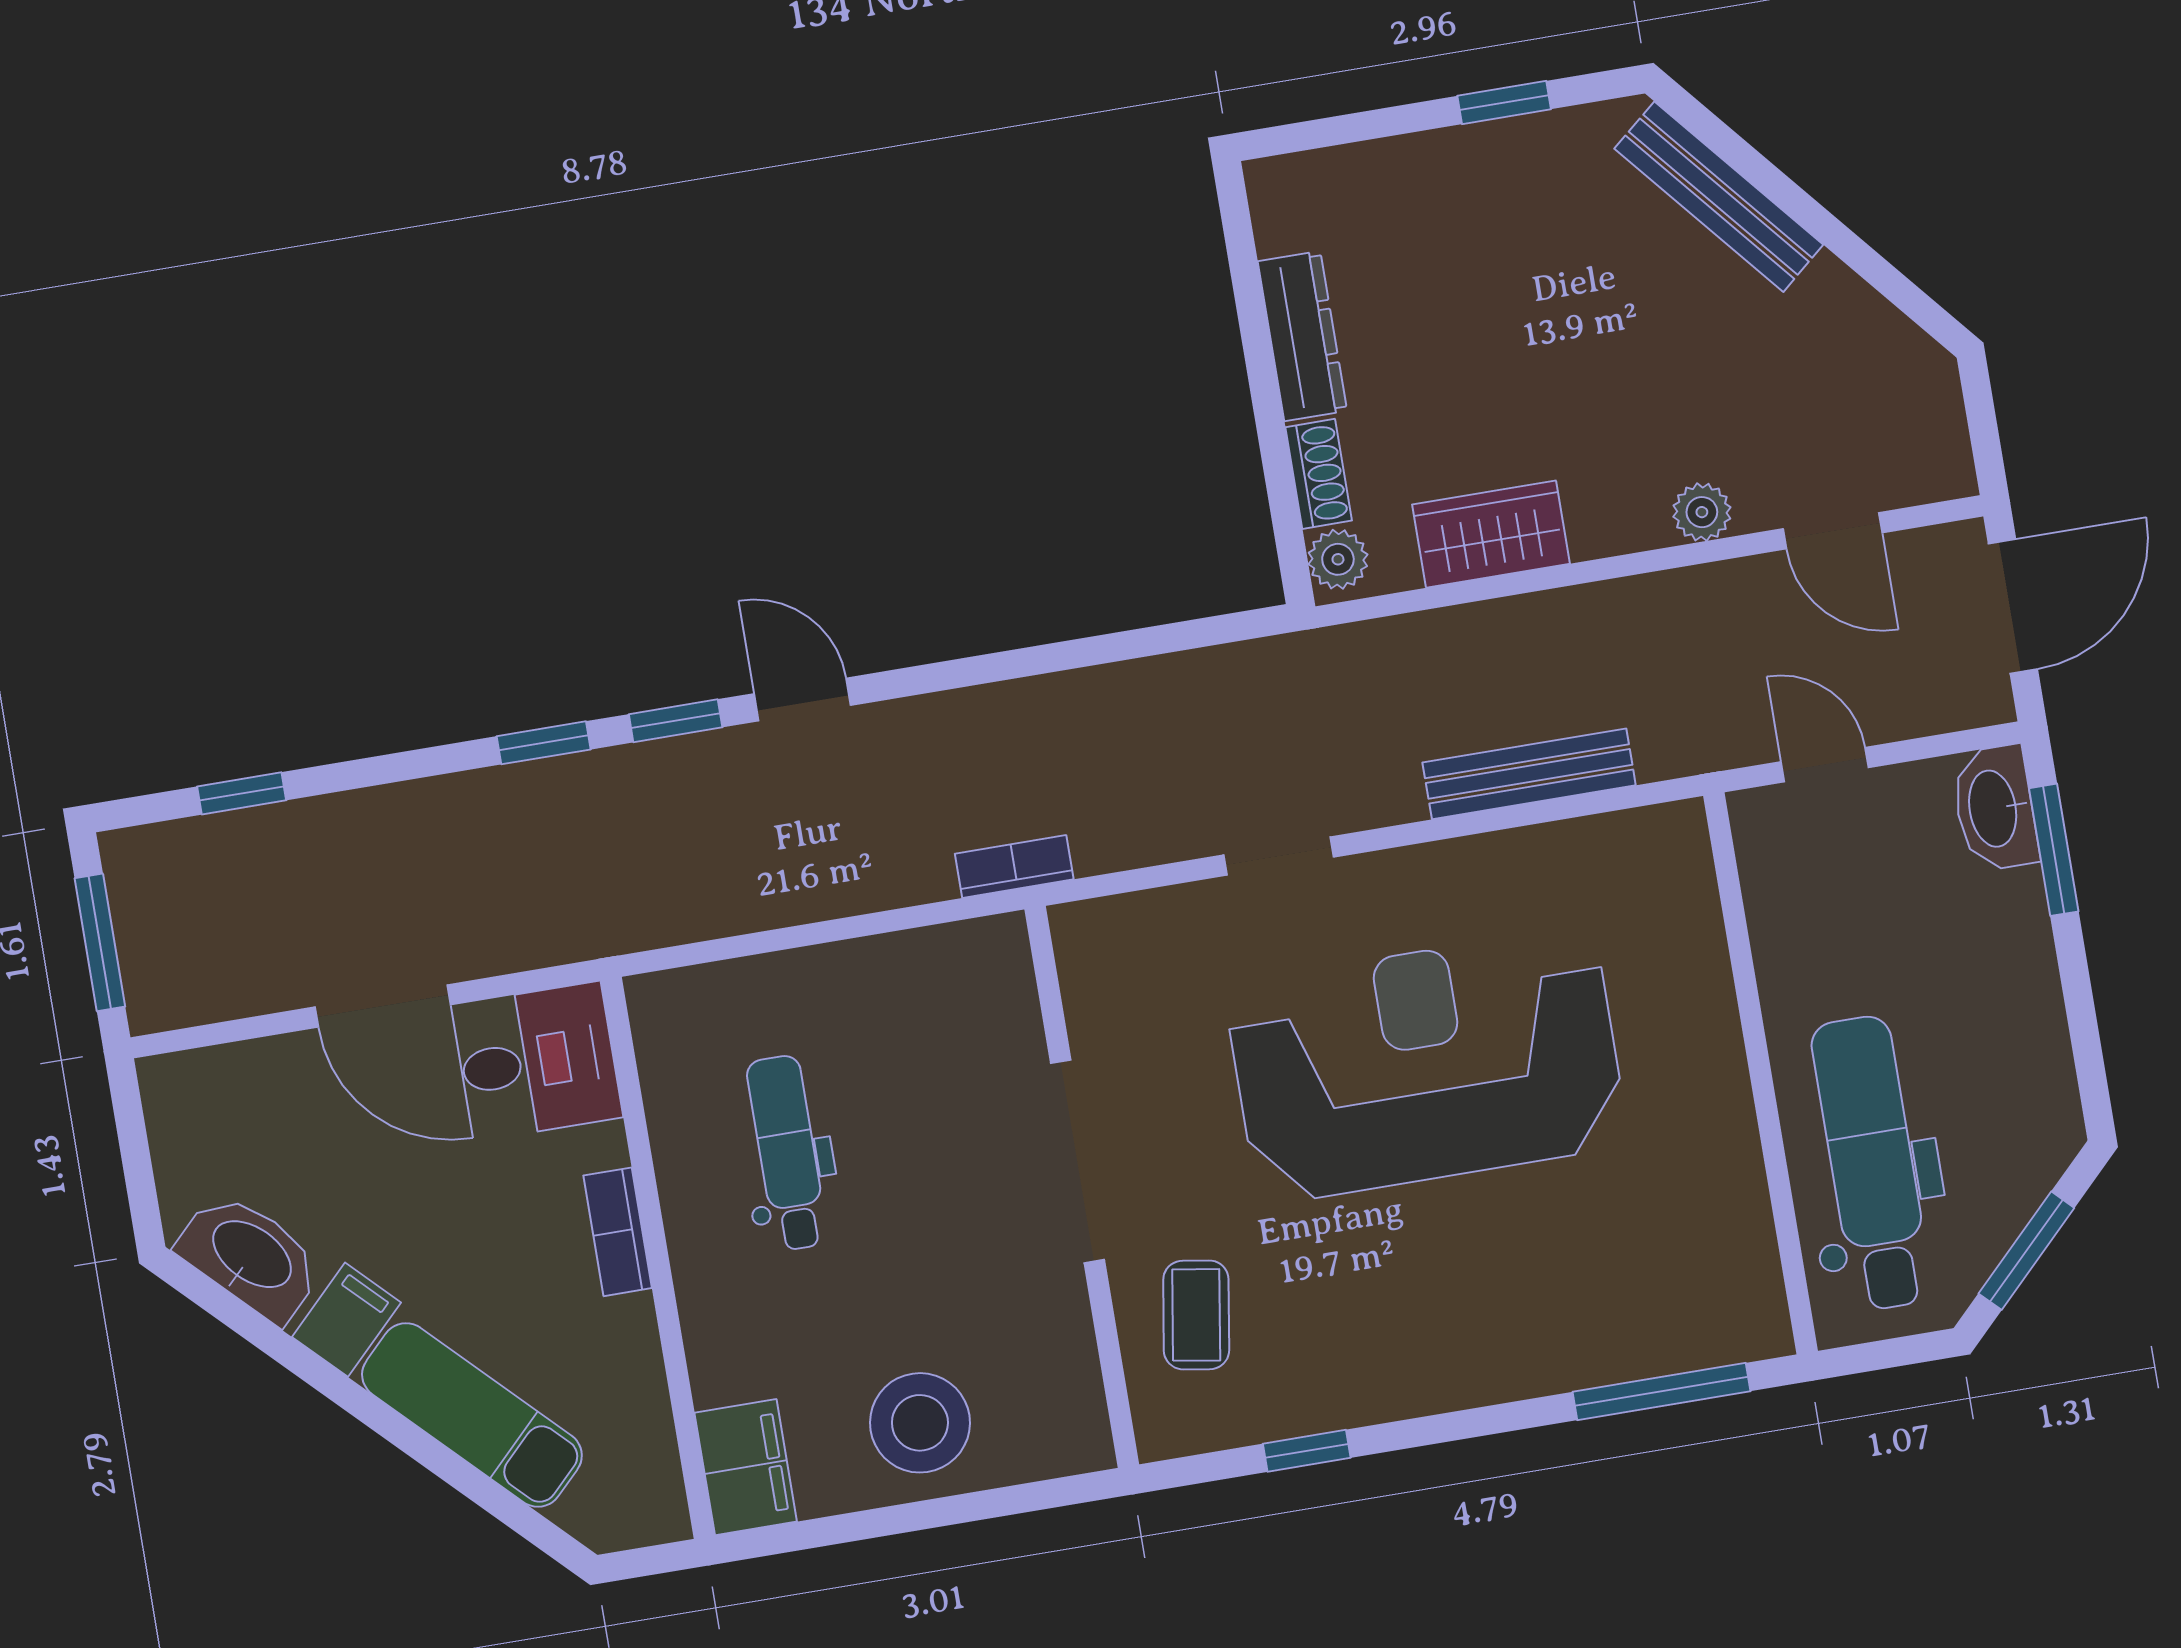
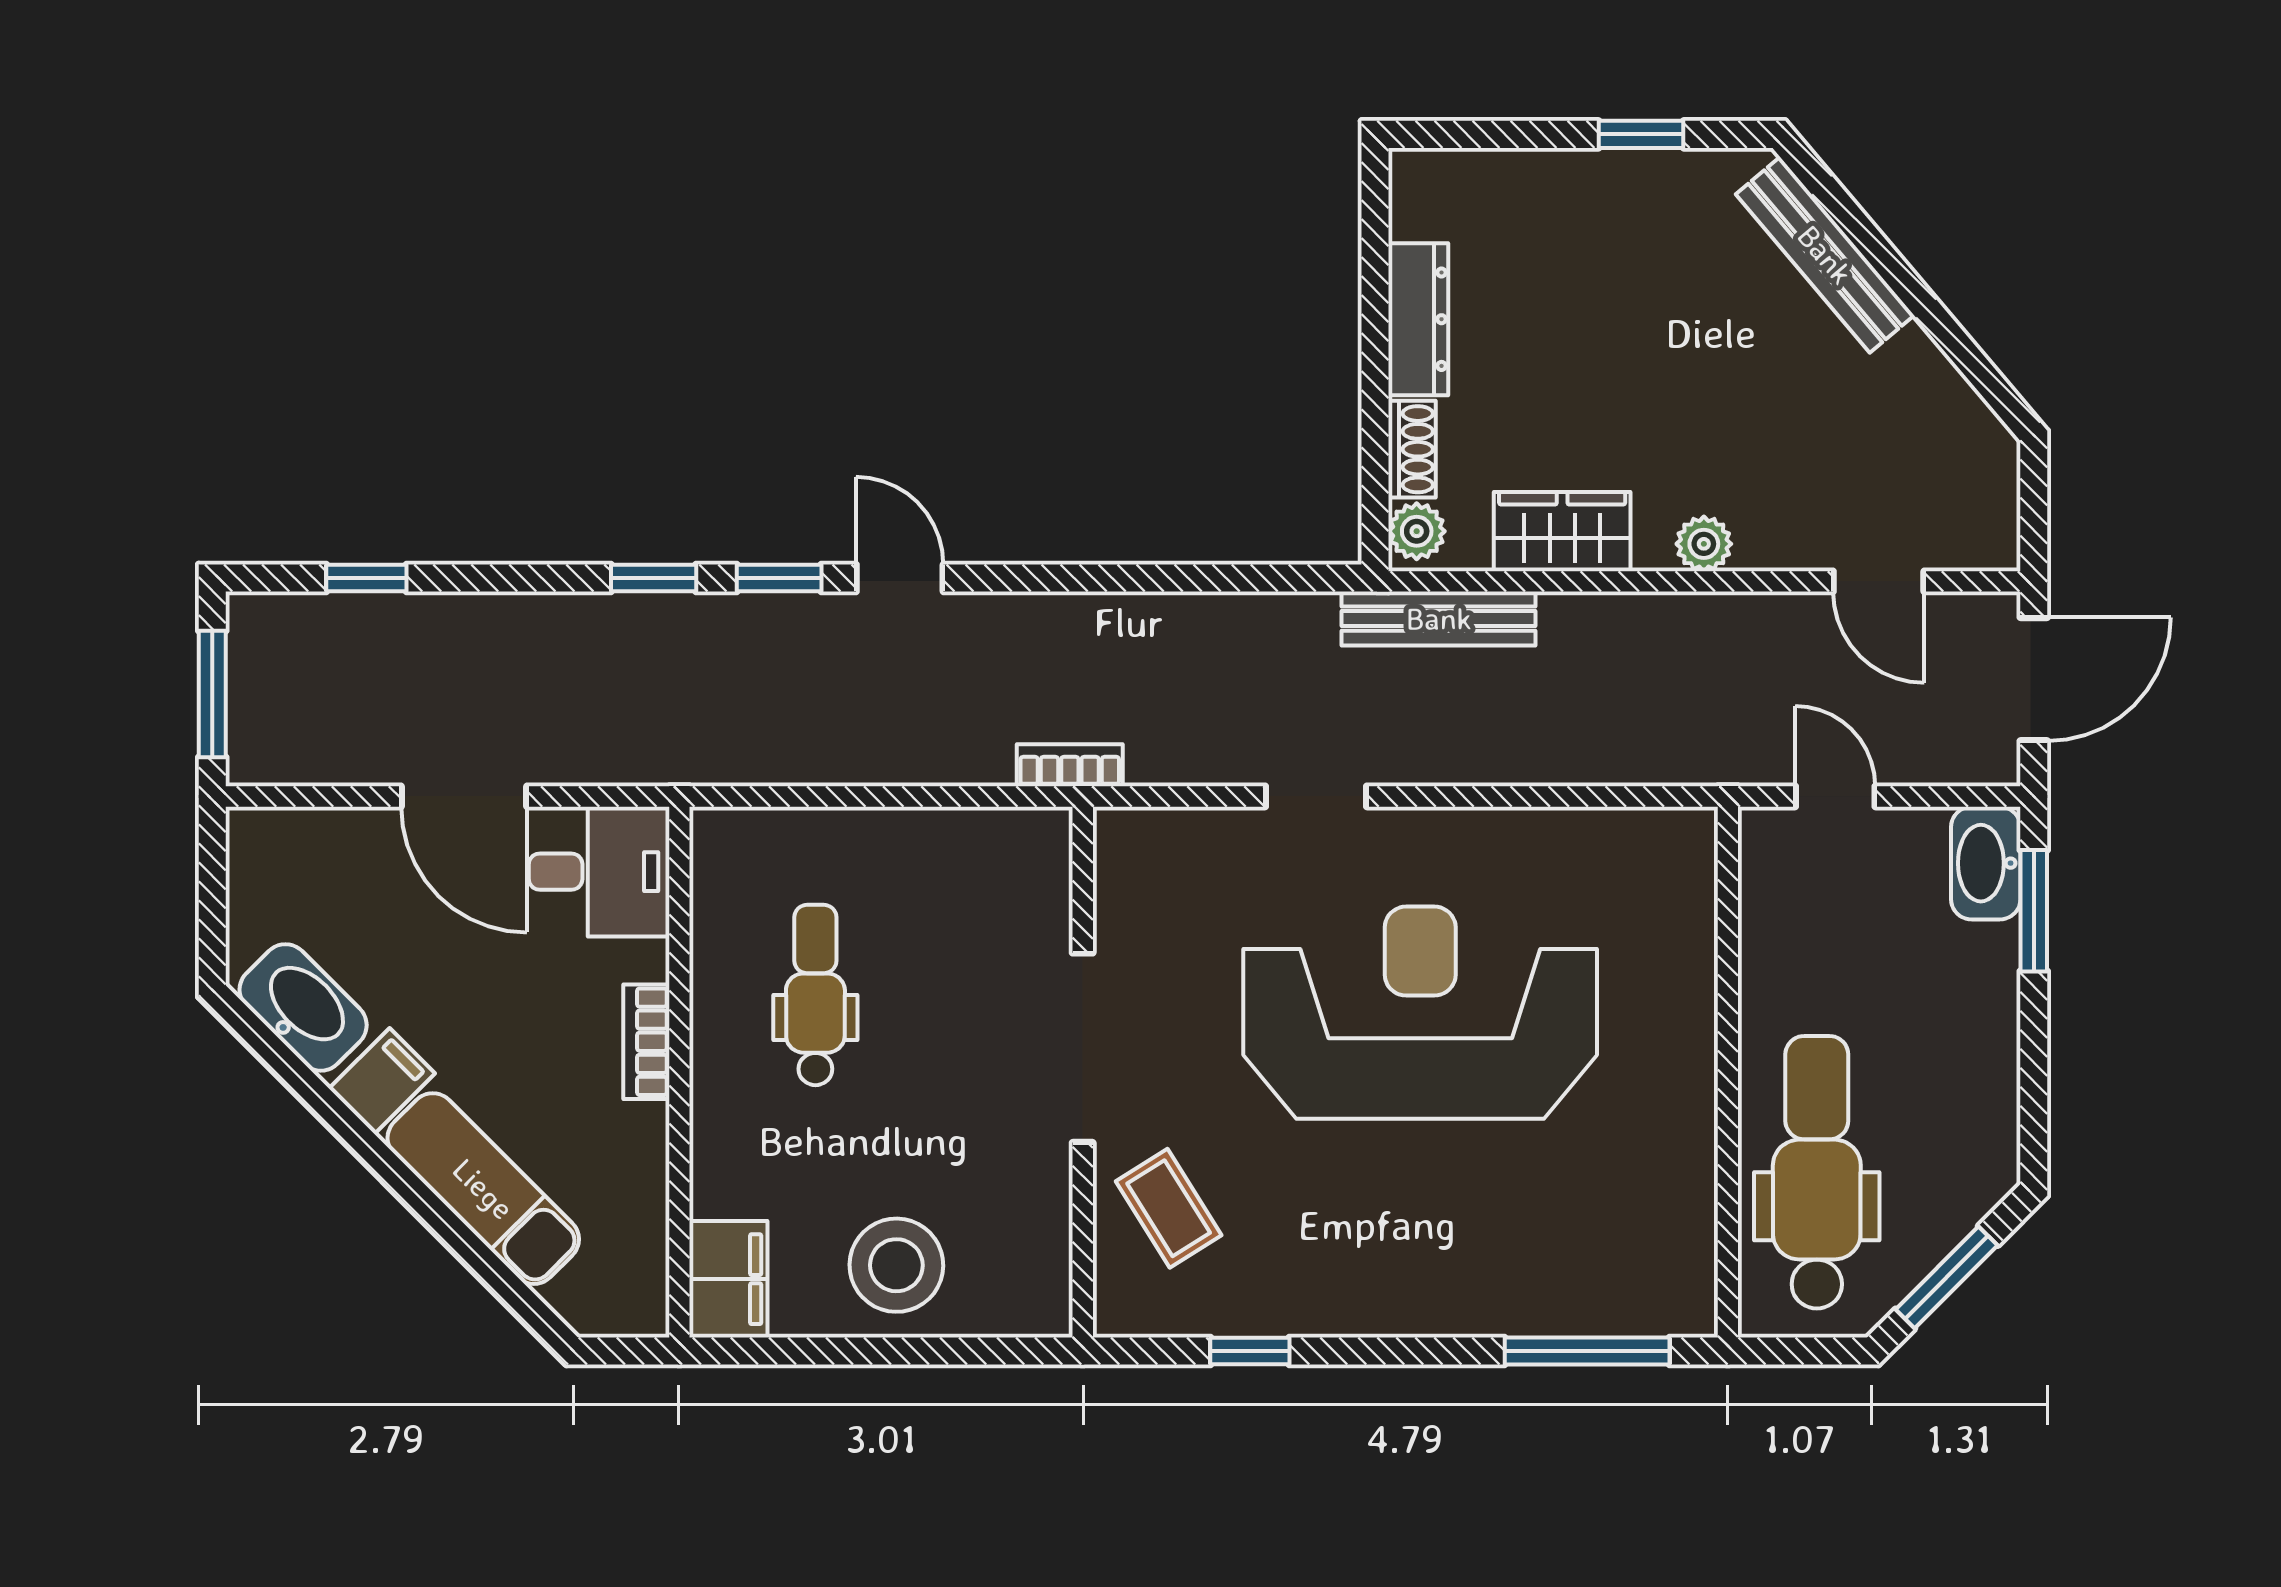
plant: (1702, 512) -> (1704, 544), moved
bench: (1529, 774) -> (1439, 619), moved
coffee table: (1196, 1315) -> (1169, 1208), turned -41

